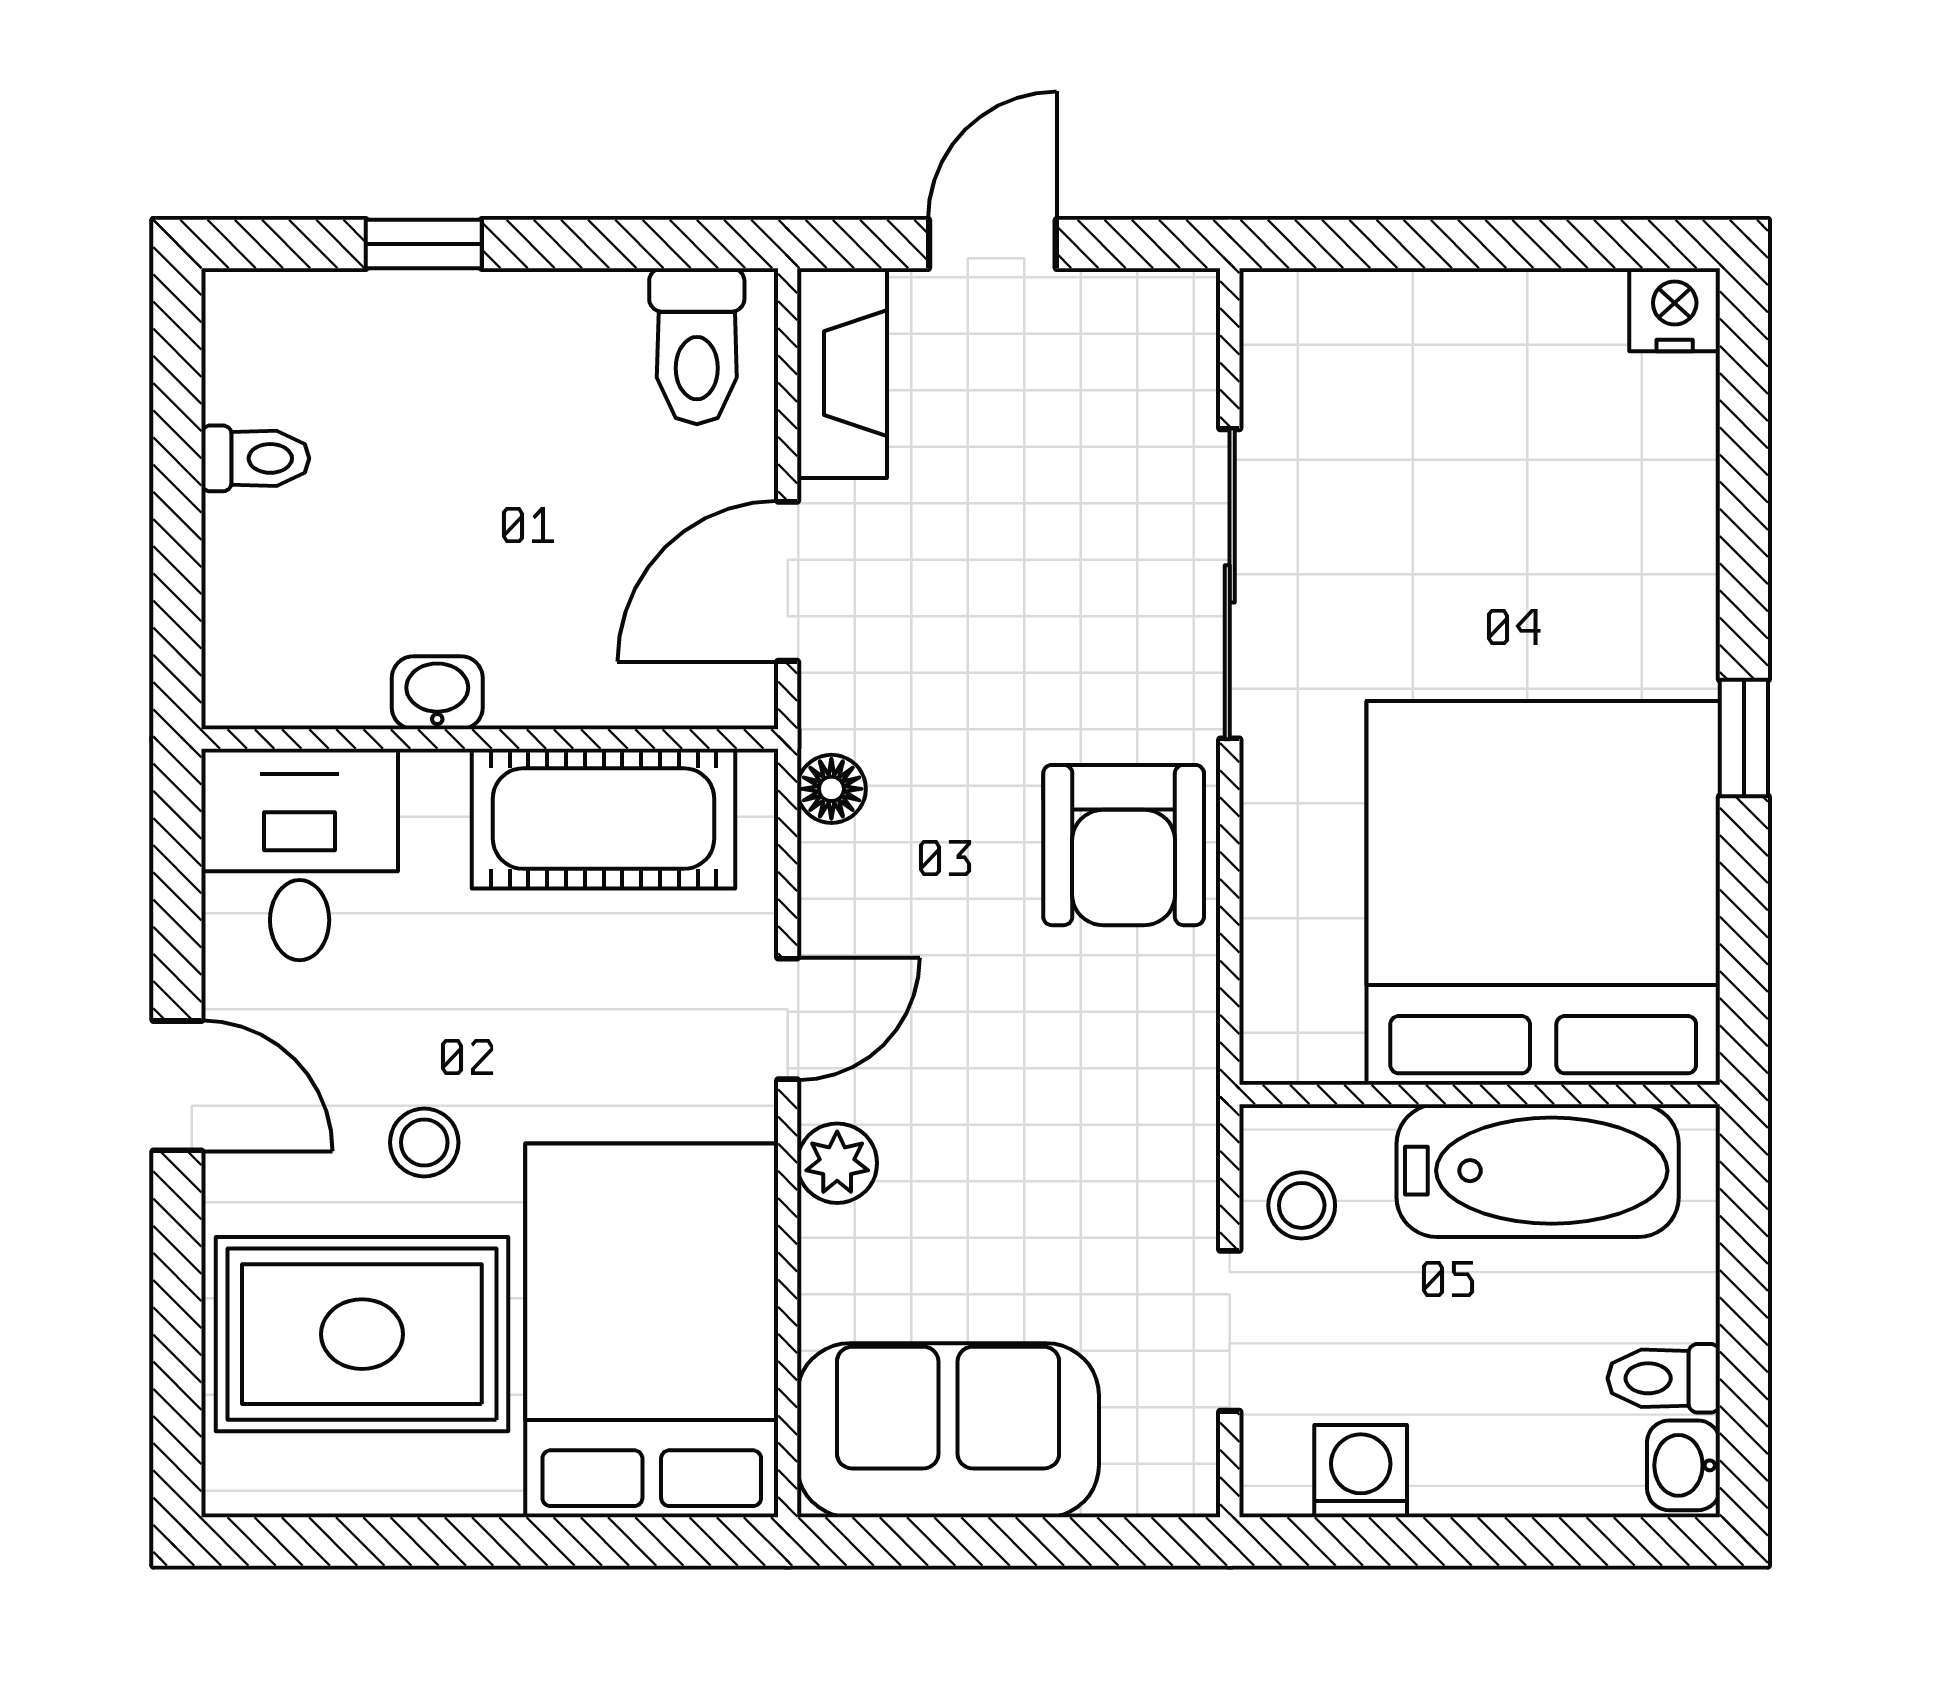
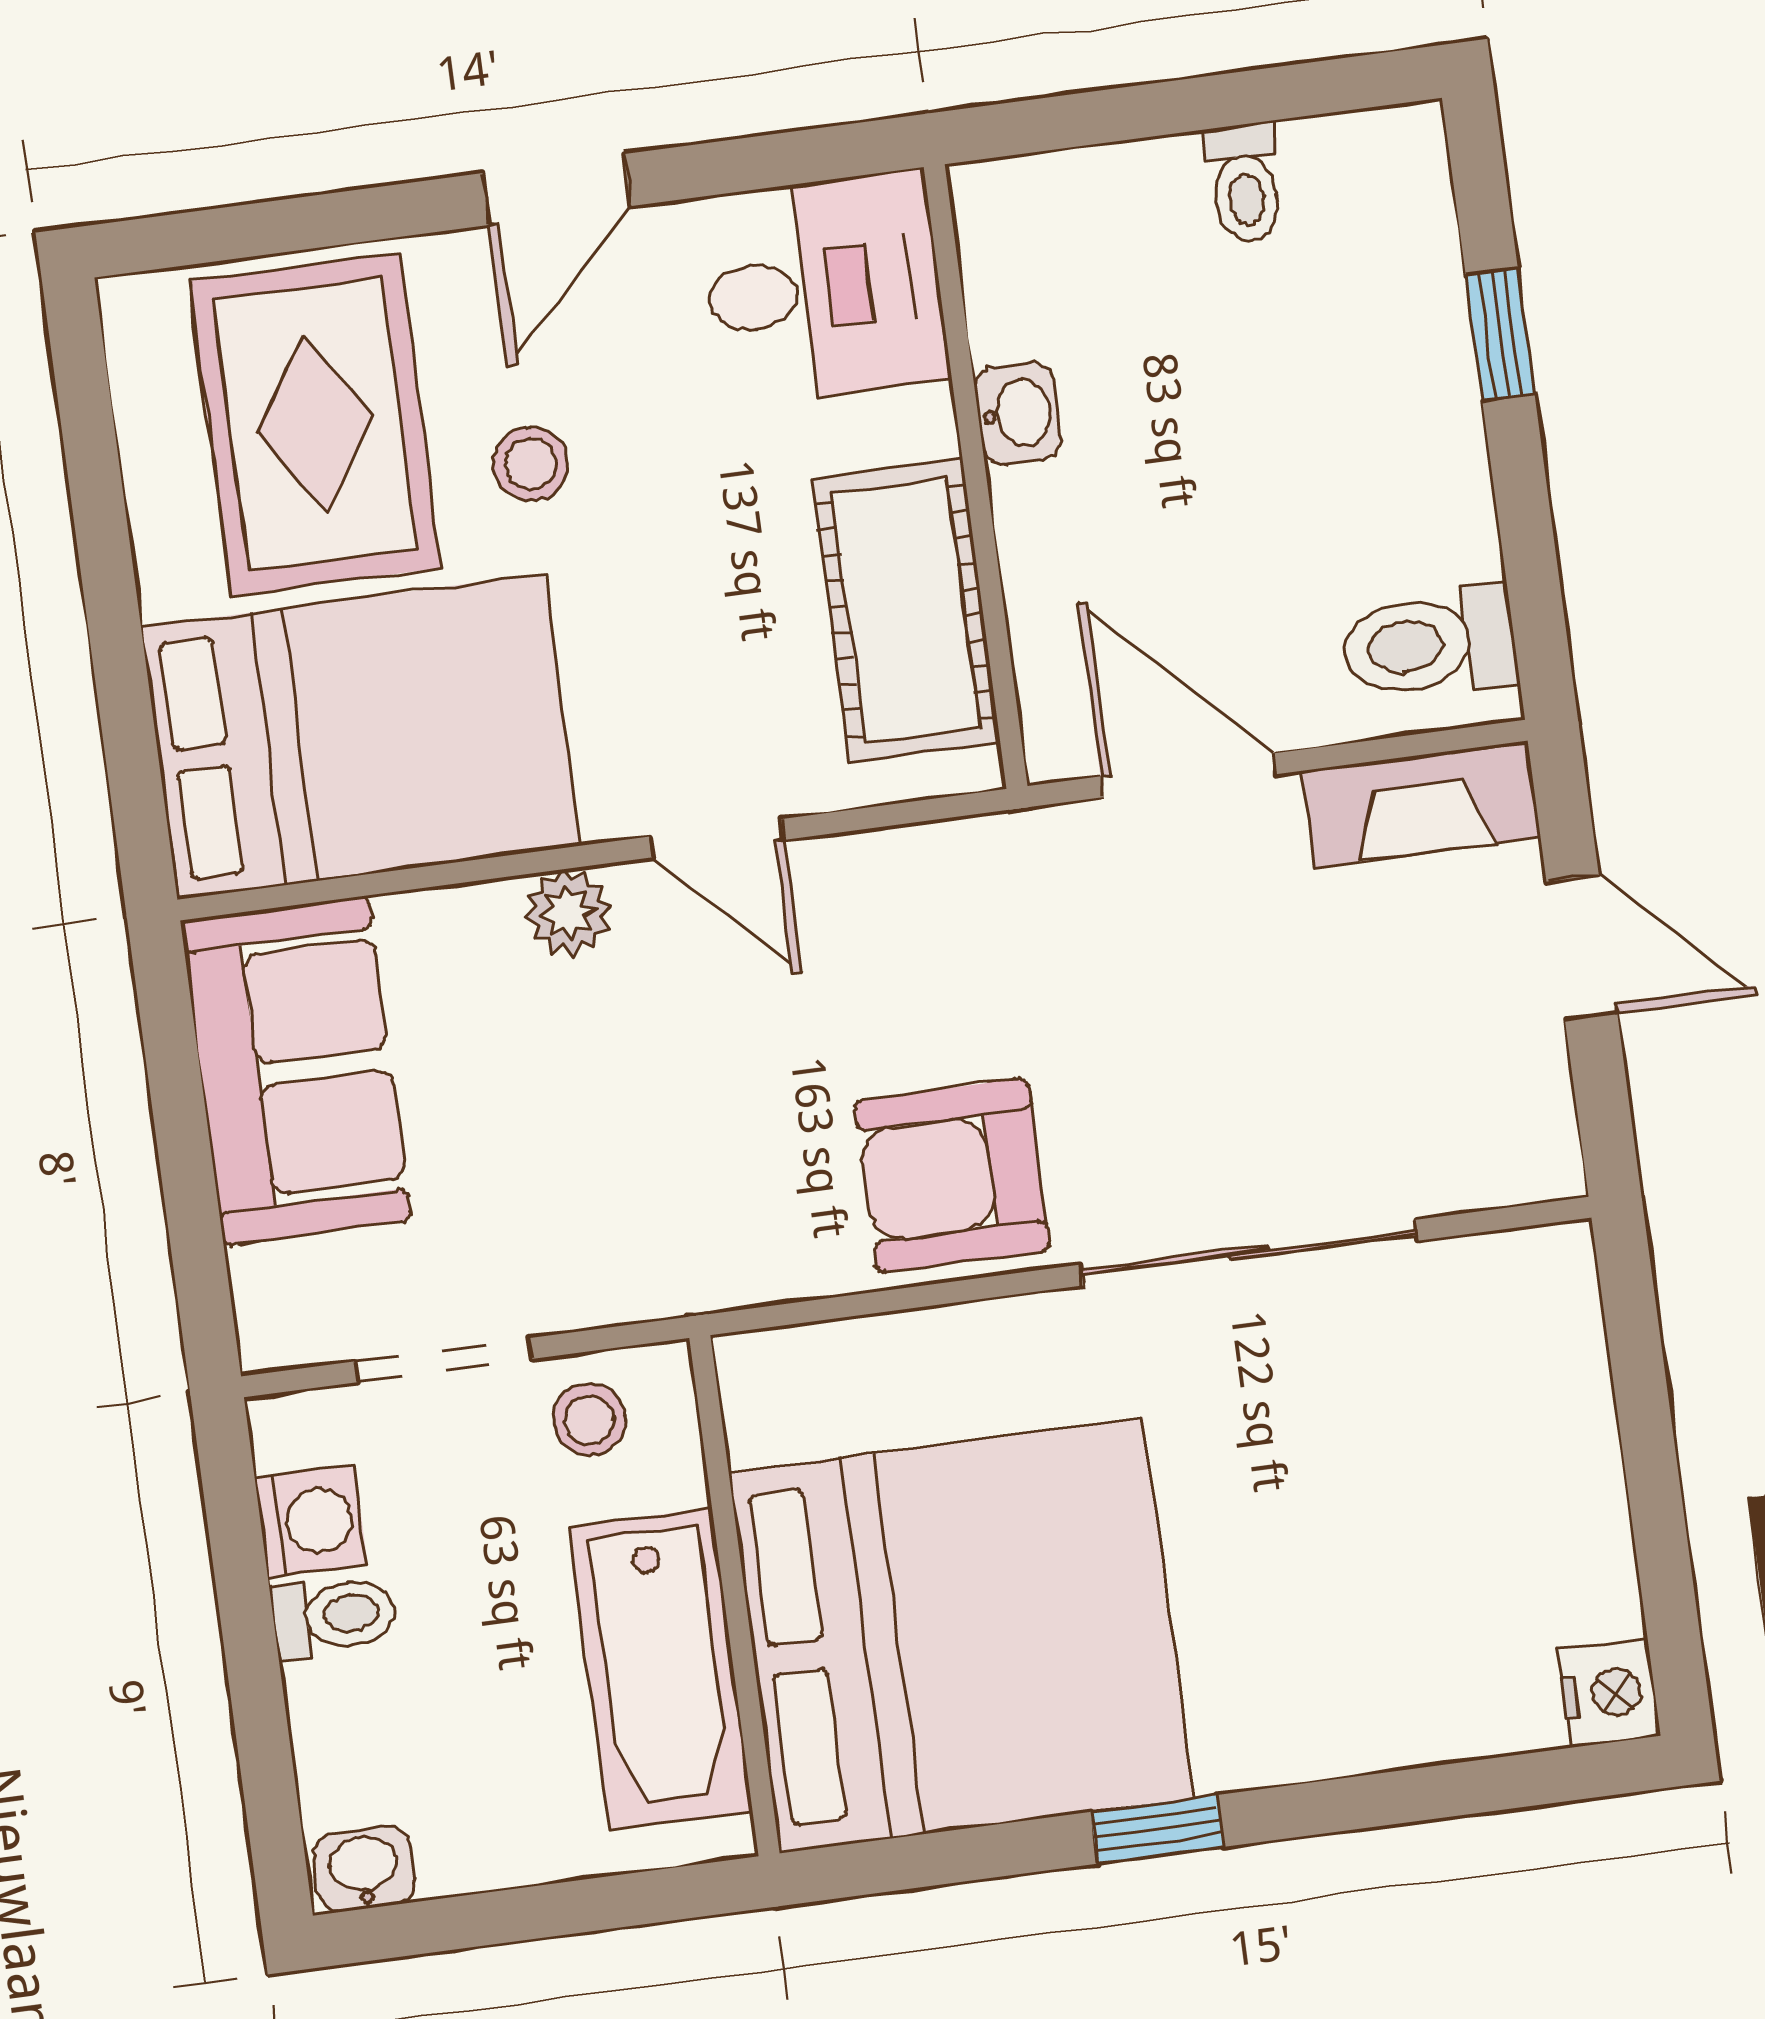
floor lamp: (831, 789) -> (971, 852), removed
toilet: (1664, 1378) -> (334, 1616), moved, turned 90

